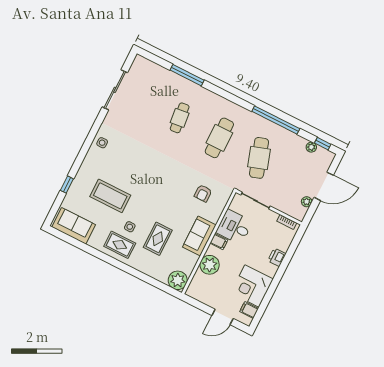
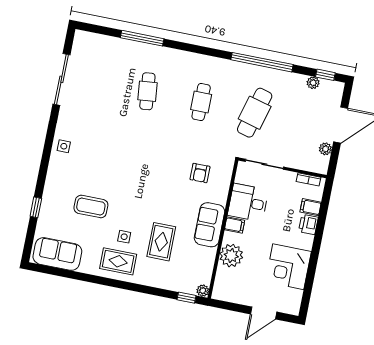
cafe table: (219, 138) -> (201, 102), width x0.73, depth x0.74
cafe table: (259, 158) -> (255, 113), turned 33
coffee table: (110, 196) -> (91, 206), width x0.73, depth x0.76
plant: (178, 280) -> (203, 291), width x0.53, depth x0.53
window: (165, 288) -> (186, 298), added
filing cabinet: (249, 310) -> (311, 207), moved

